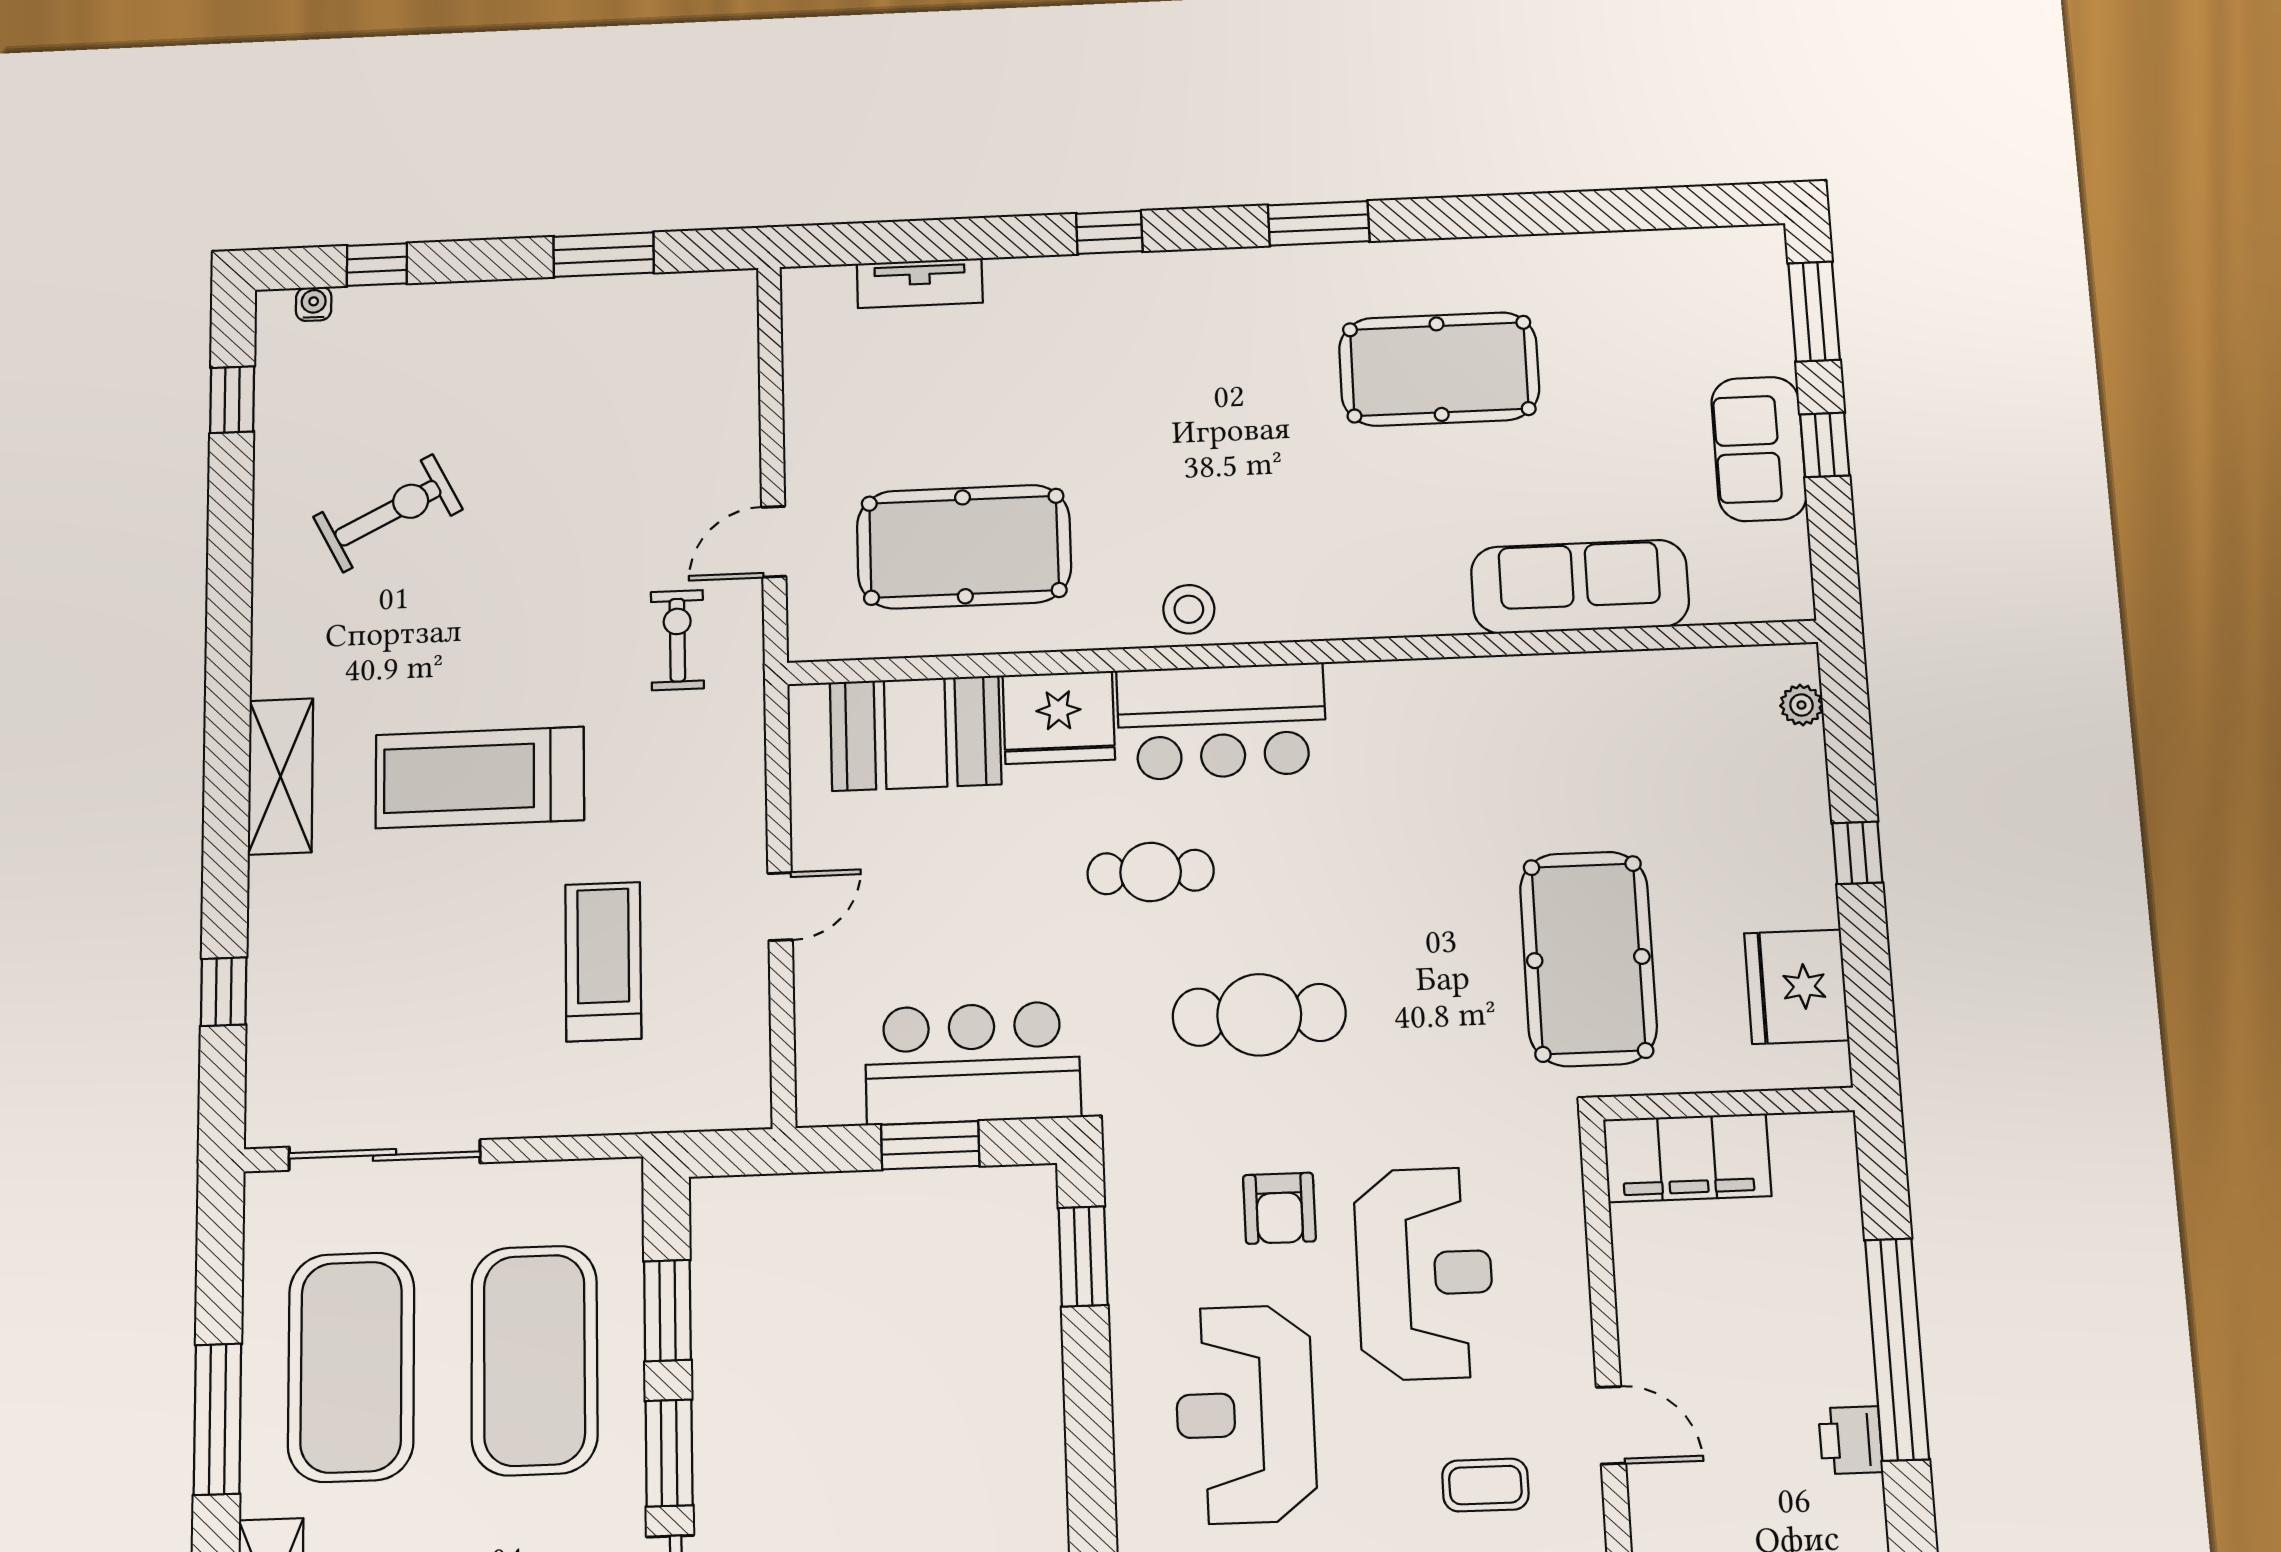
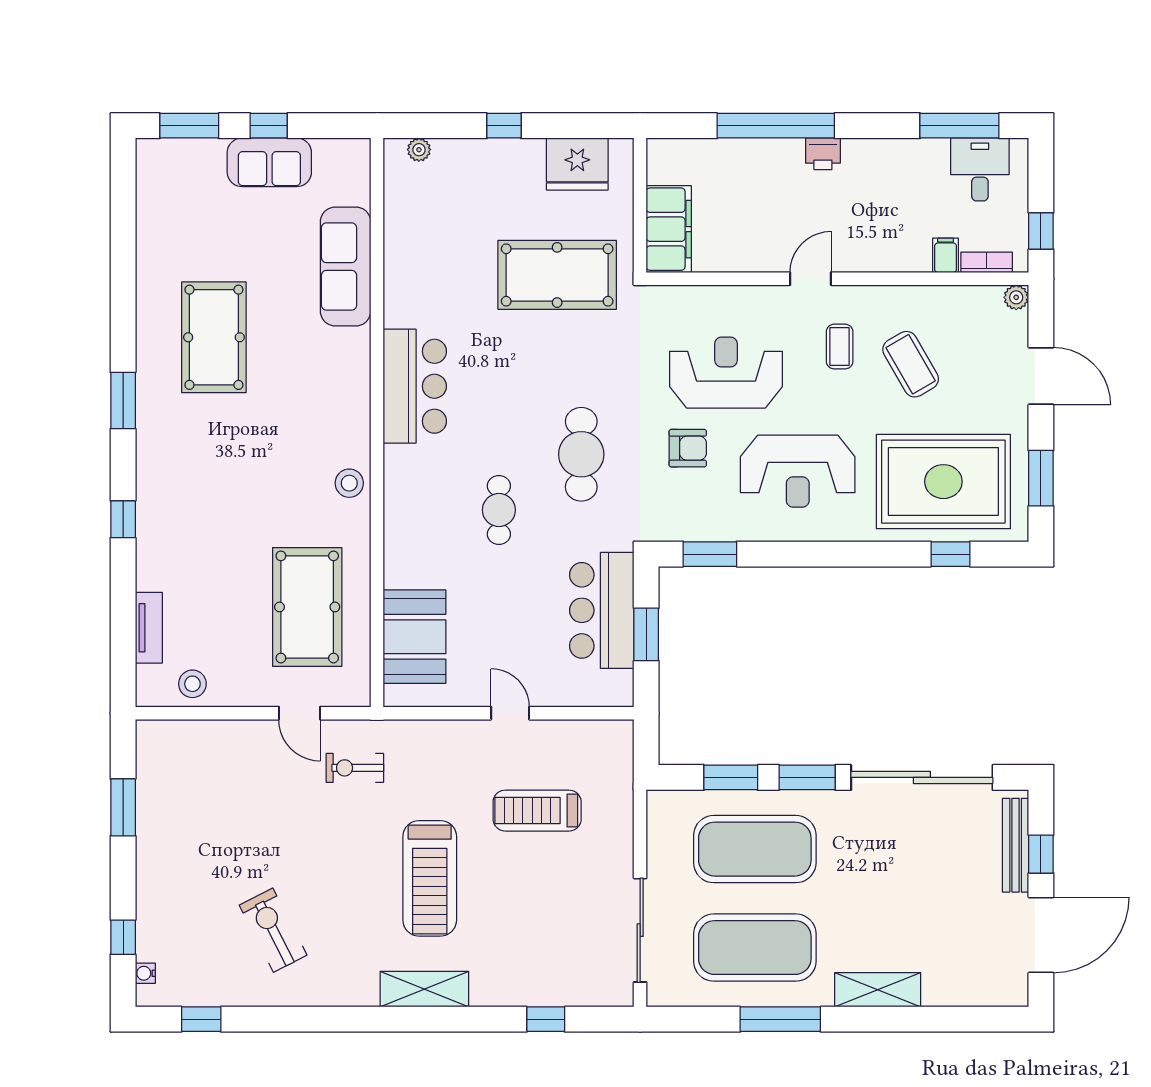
stool: (822, 360) -> (192, 684), added
fridge: (1059, 717) -> (409, 557), removed
bar counter: (1222, 721) -> (415, 386), moved

